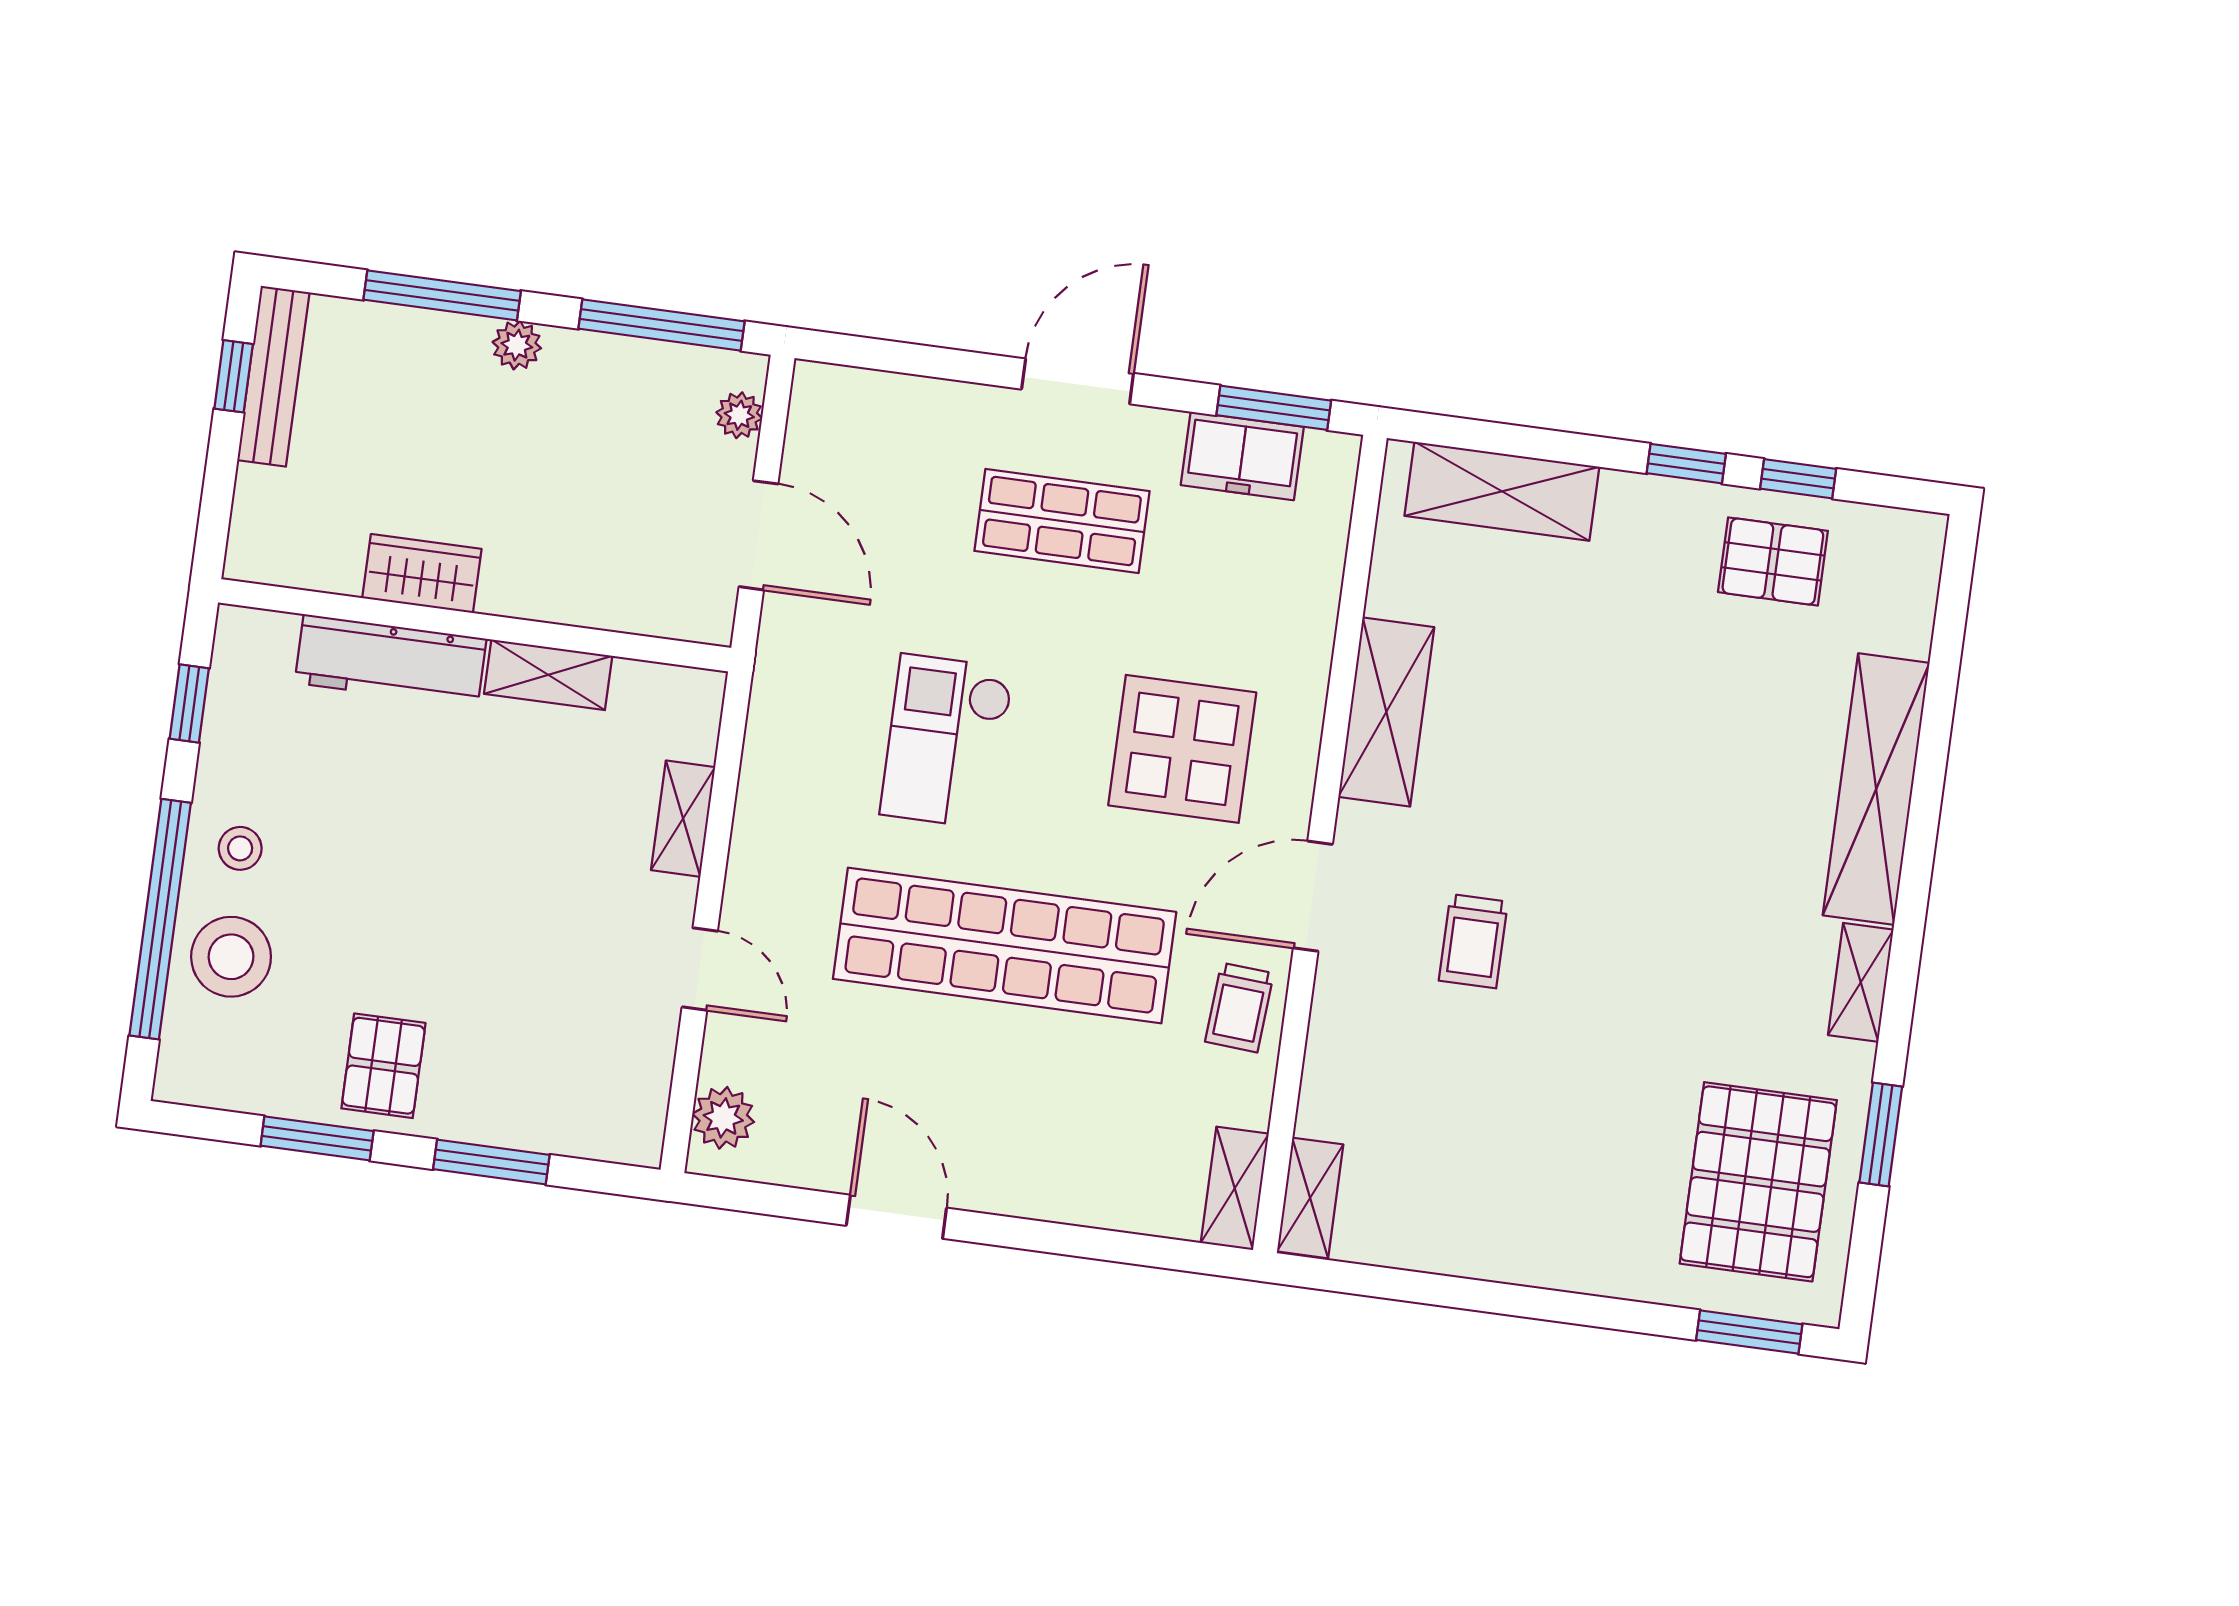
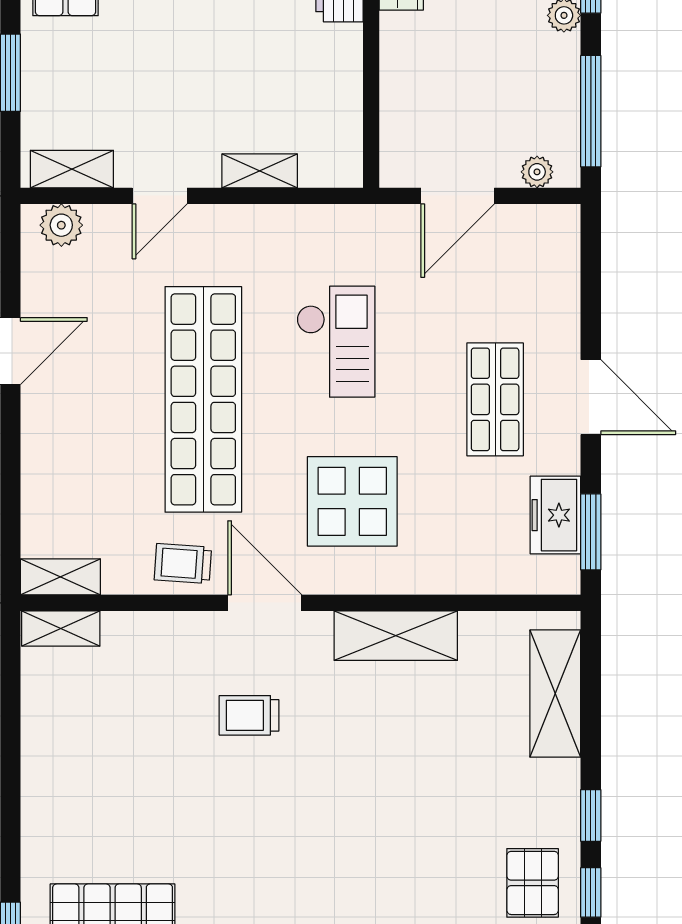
shelving: (548, 675) -> (72, 169), moved, turned 90
checkout: (947, 741) -> (336, 342), turned 90

